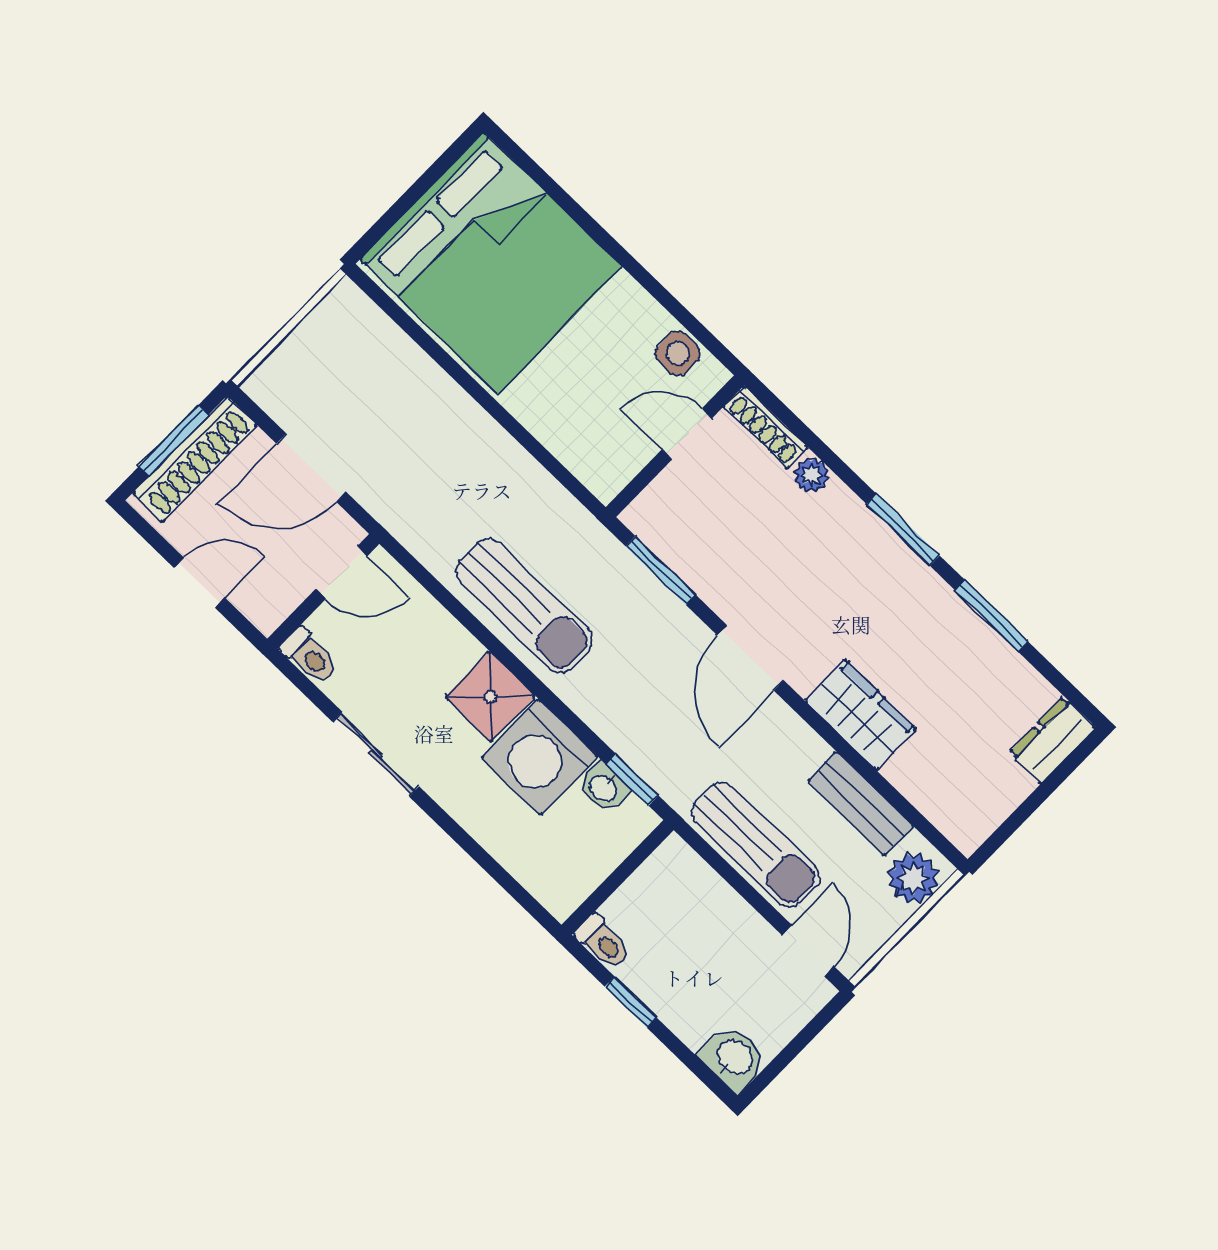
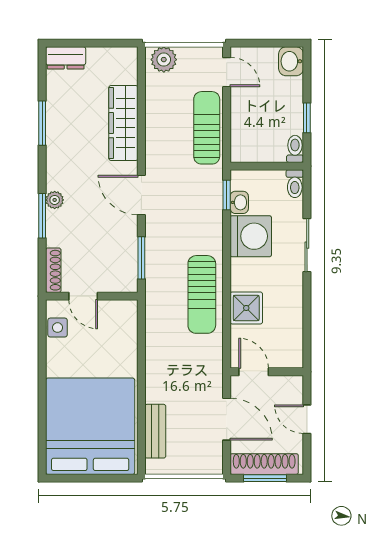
plant: (811, 475) -> (55, 200), moved
window: (903, 530) -> (42, 216), moved
sun lounger: (524, 606) -> (202, 294), turned 180
toilet: (309, 656) -> (295, 184), moved, turned 180
door: (750, 658) -> (141, 195), swing flipped
shower: (490, 697) -> (246, 308), moved
wardrobe: (861, 715) -> (123, 123), width x1.50
sliding door: (376, 754) -> (307, 245), moved
bench: (861, 804) -> (155, 431), moved
door: (808, 951) -> (227, 72), swing flipped

